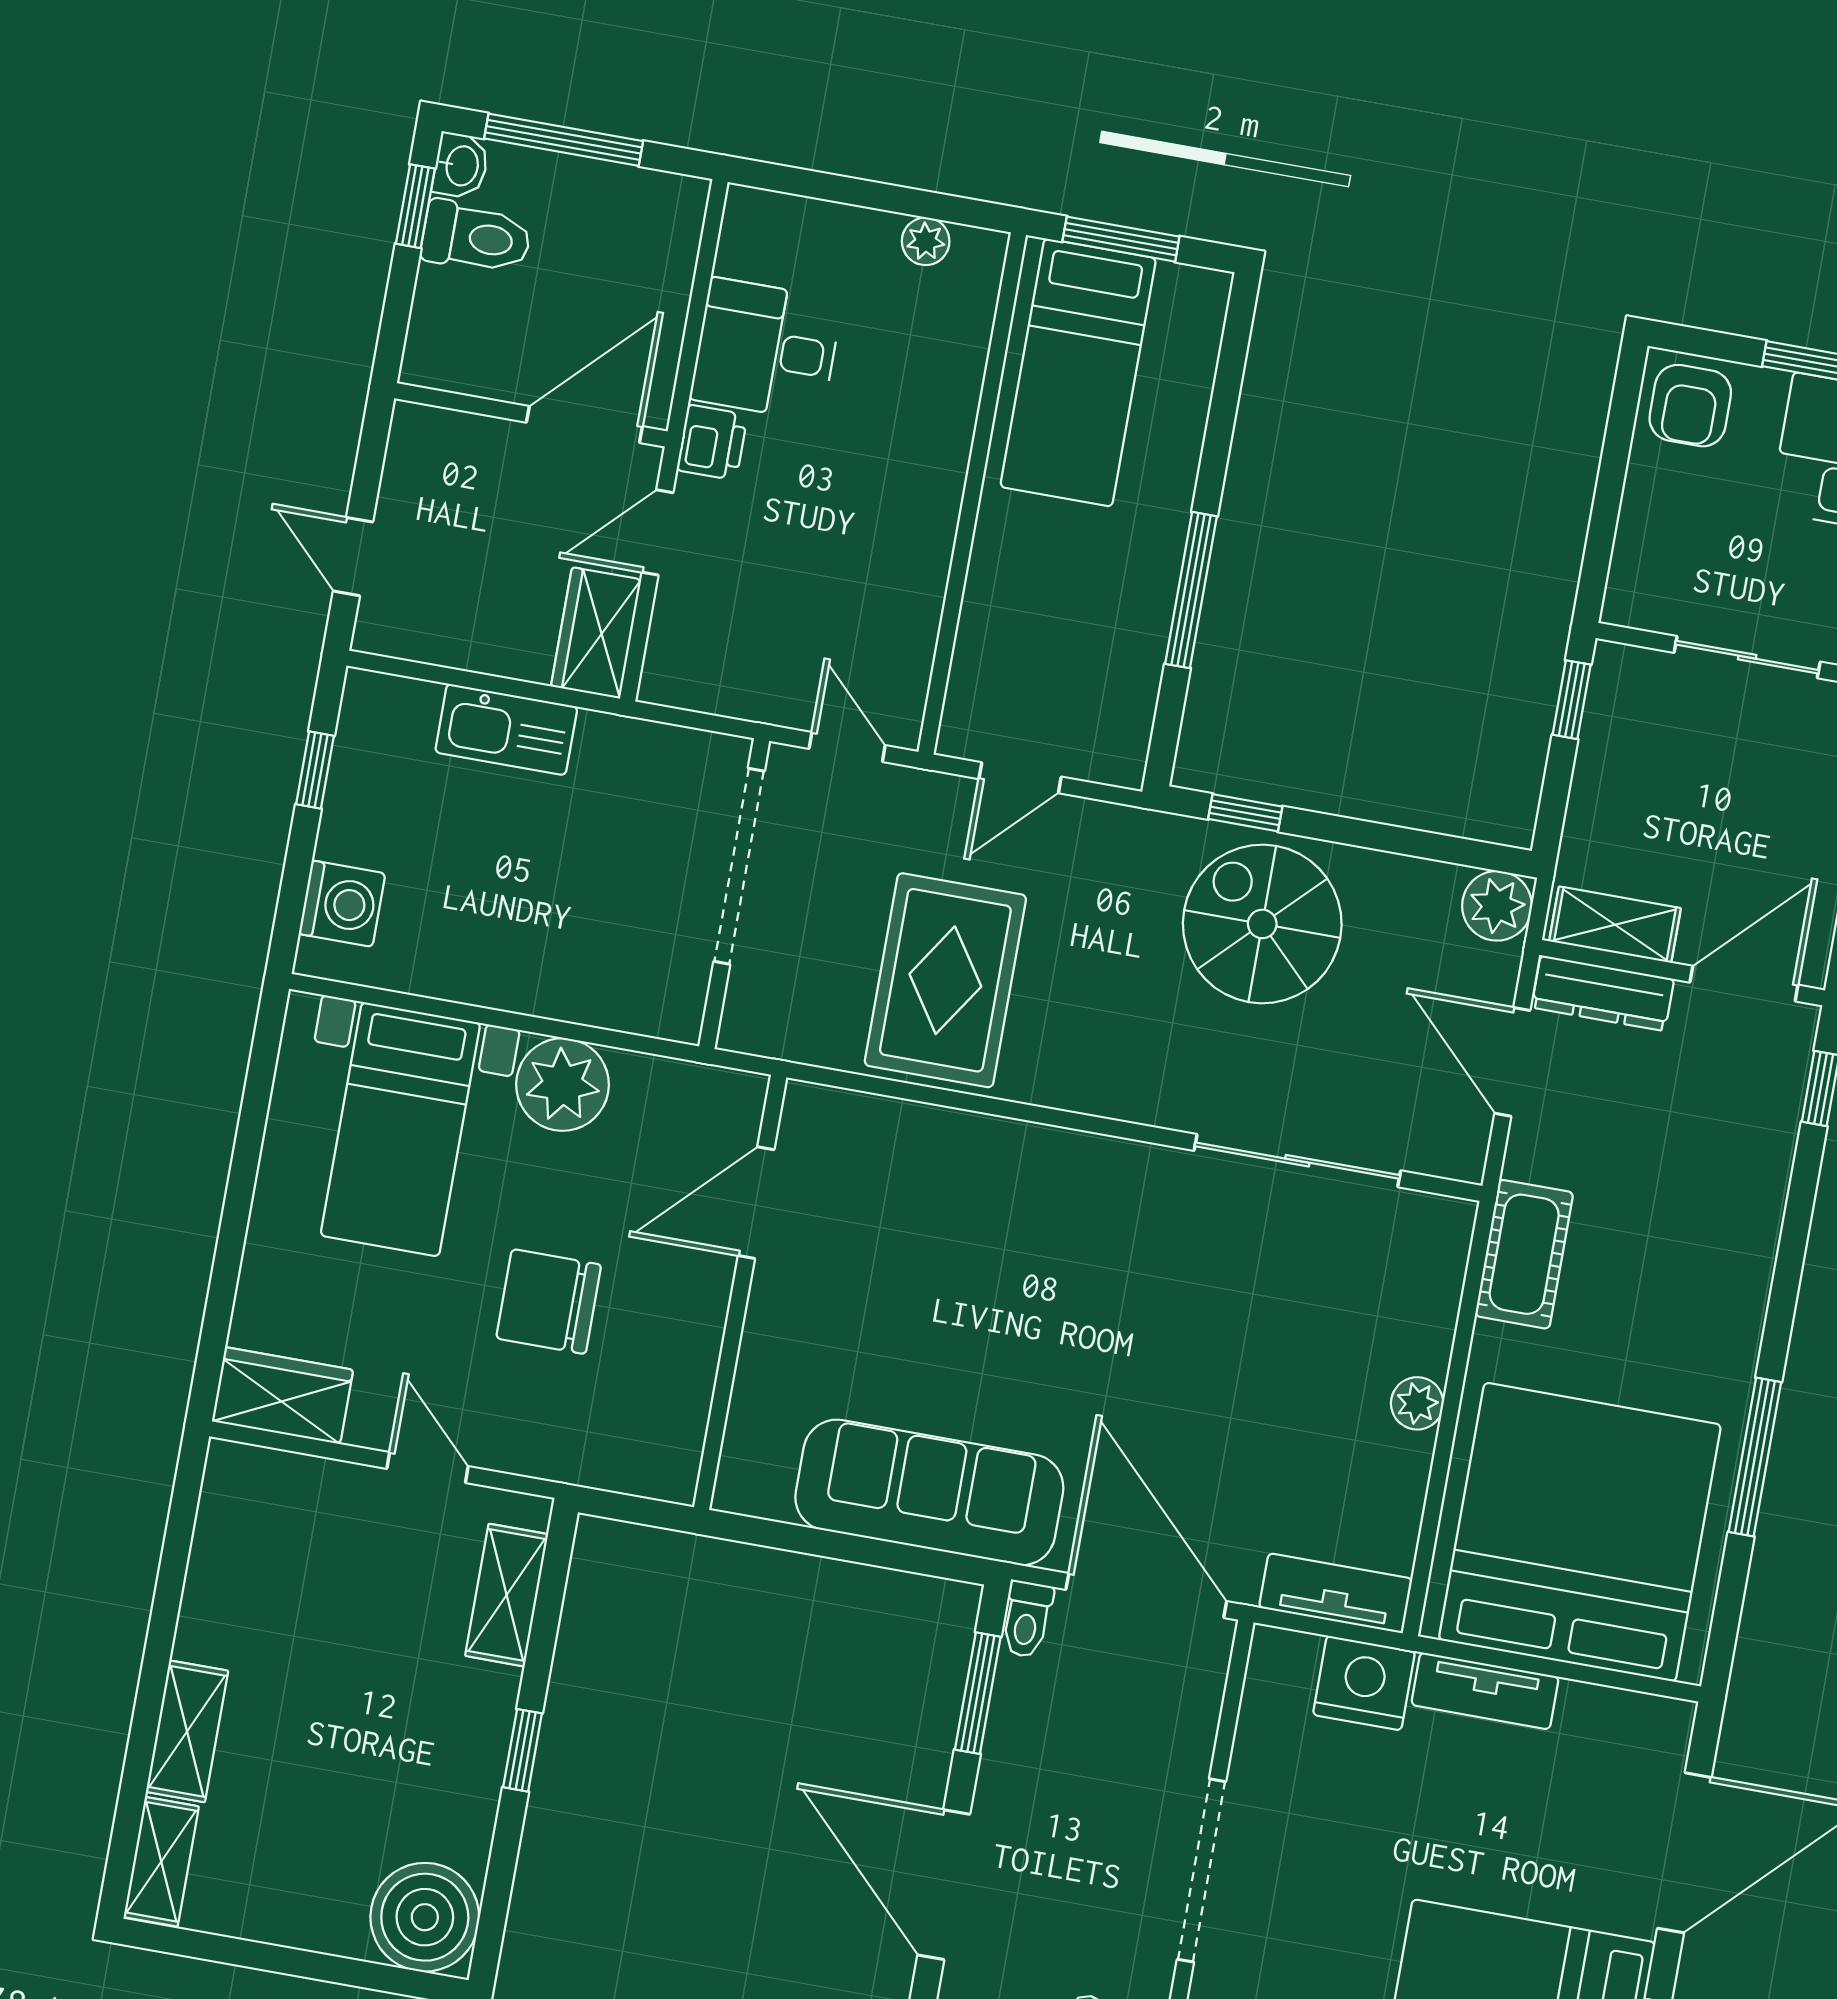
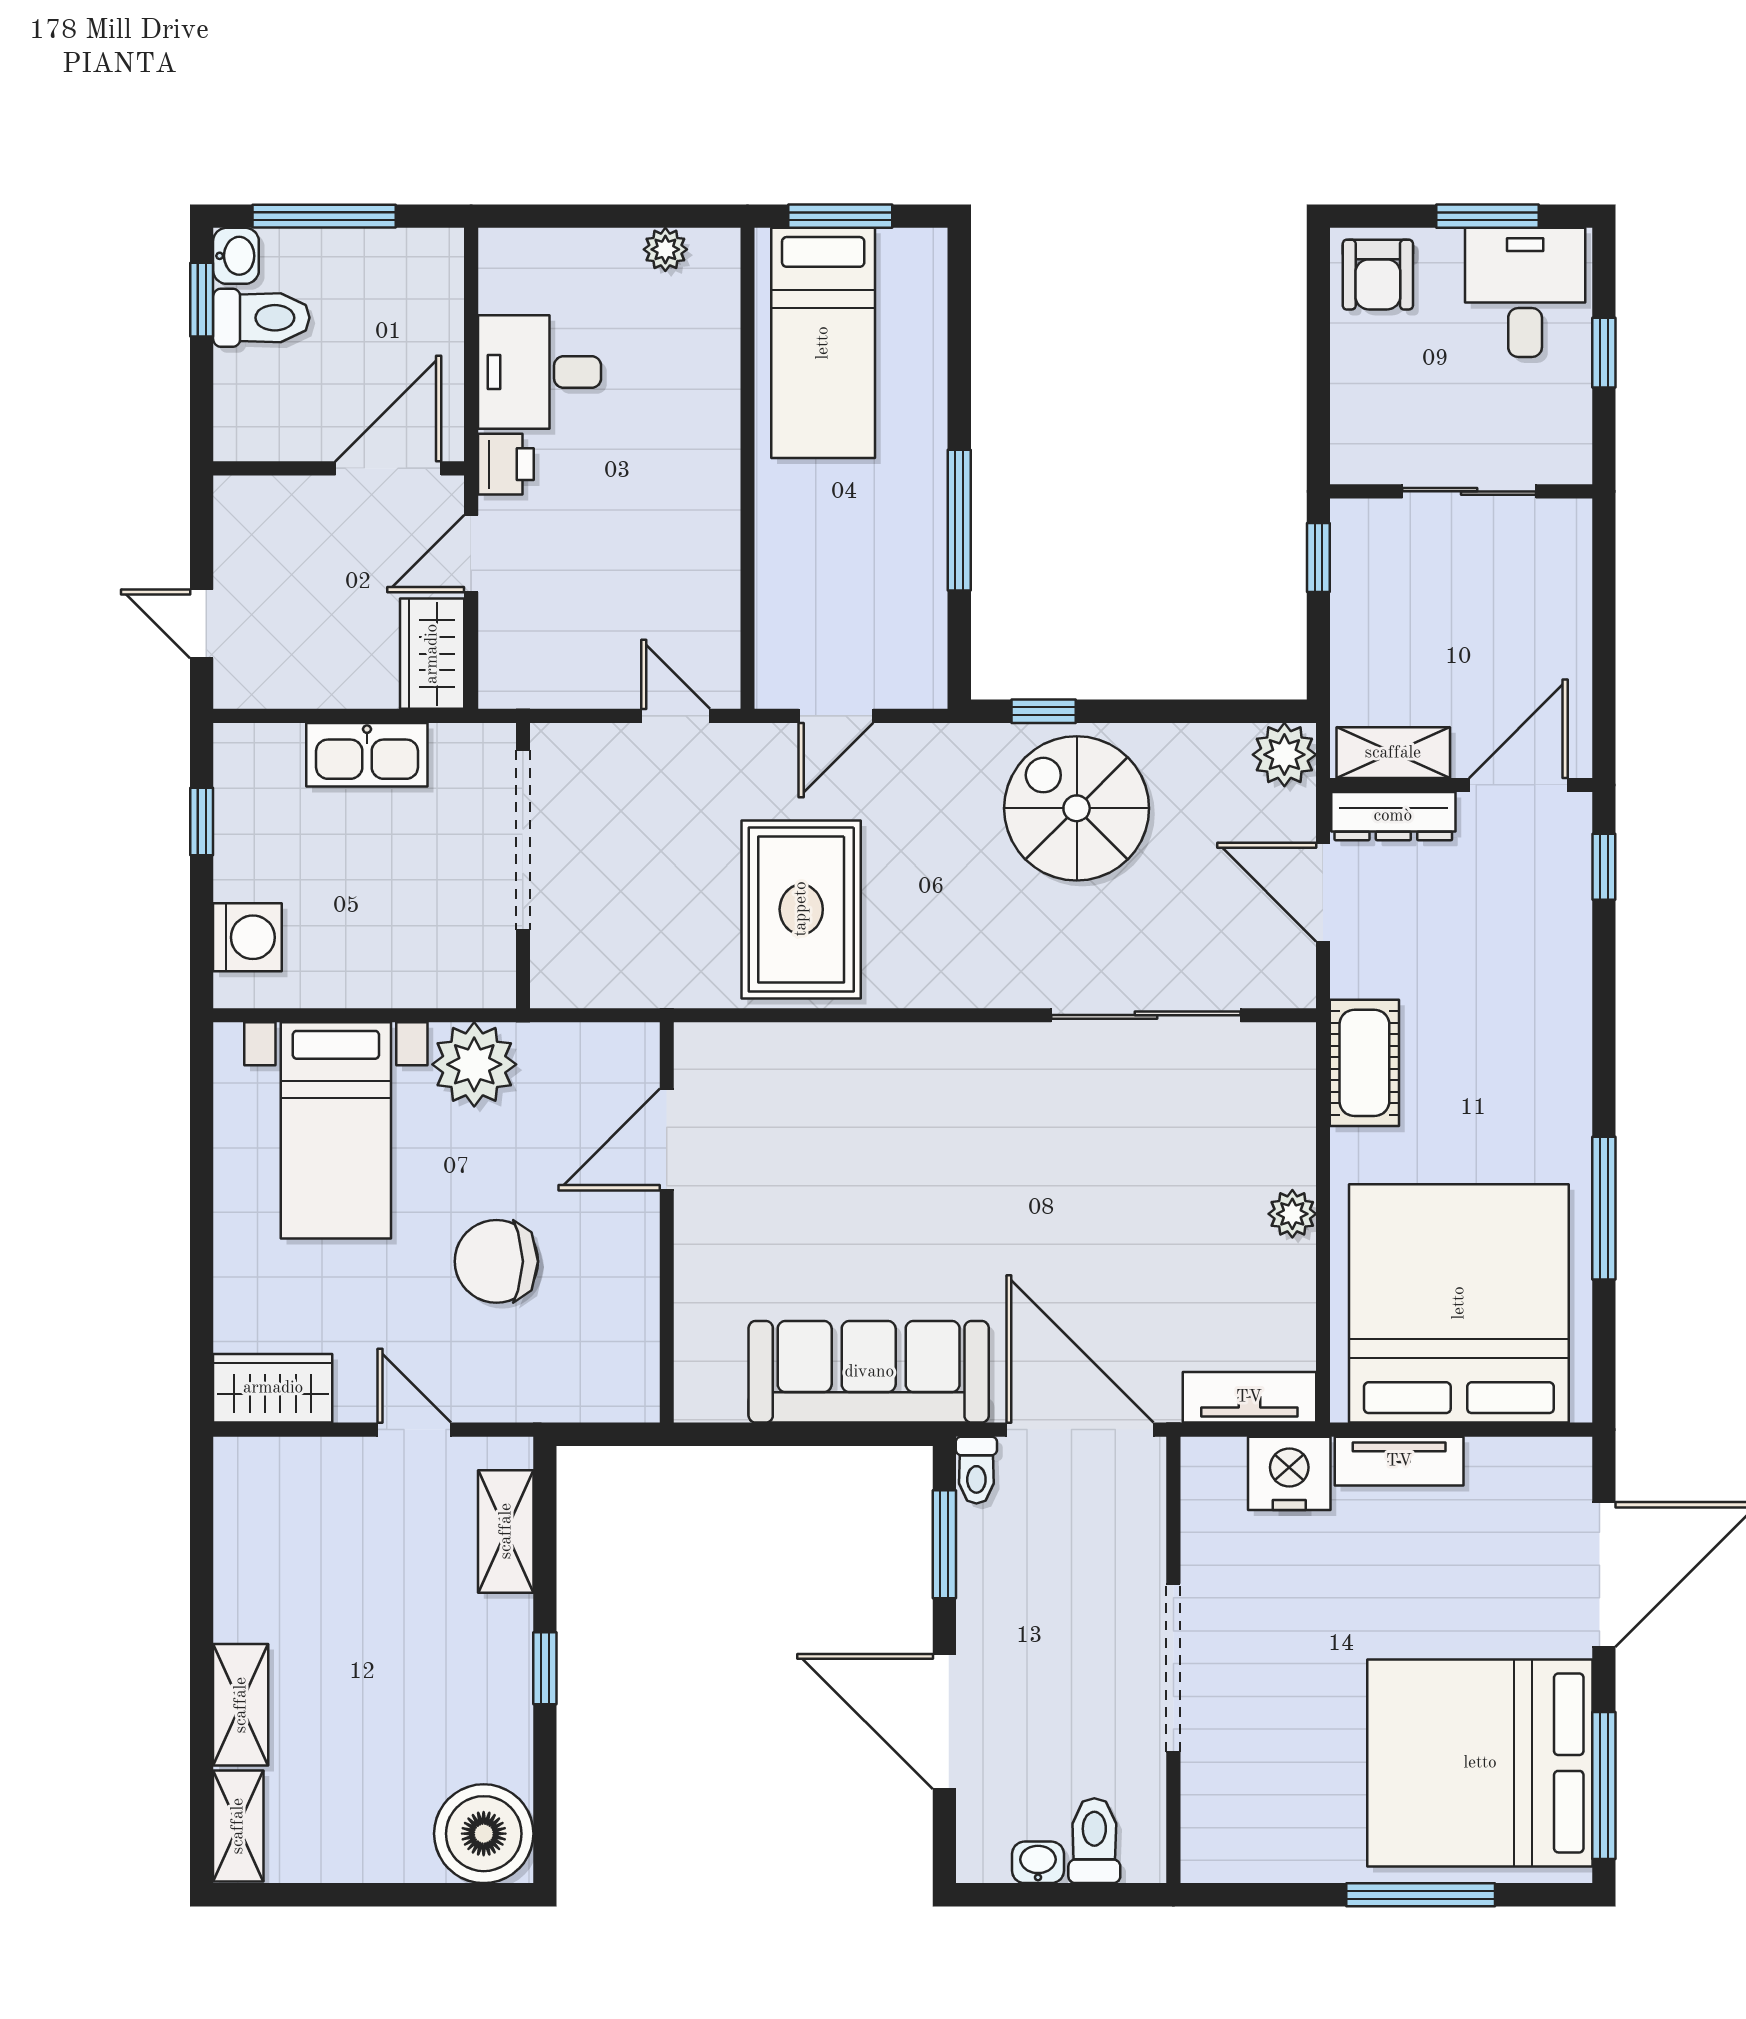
doorway: (739, 866) -> (523, 840), moved
wall: (734, 894) -> (523, 866), moved

